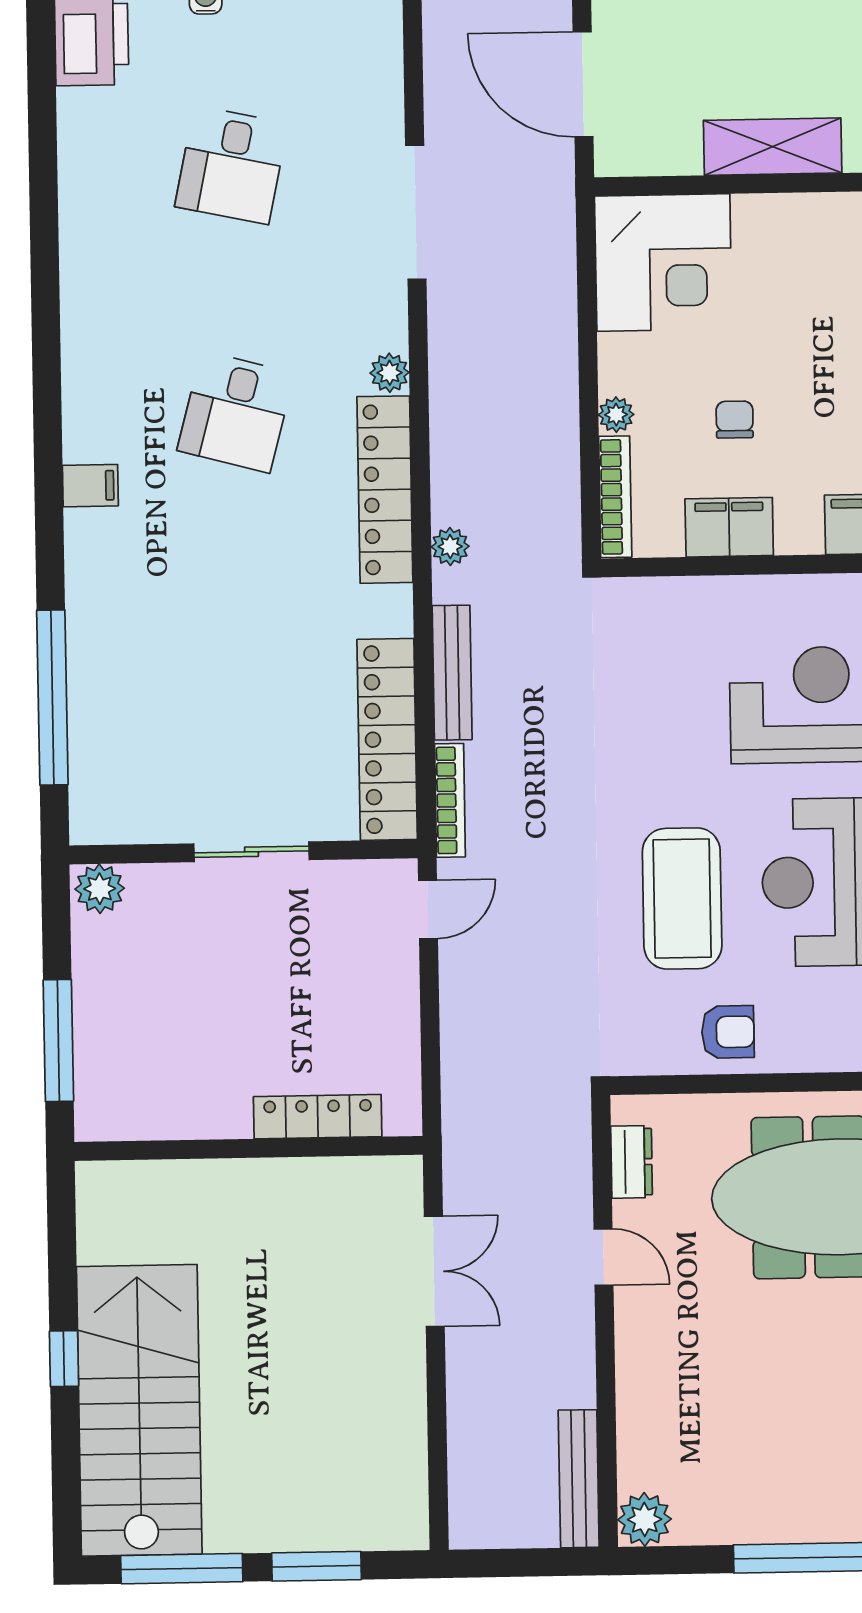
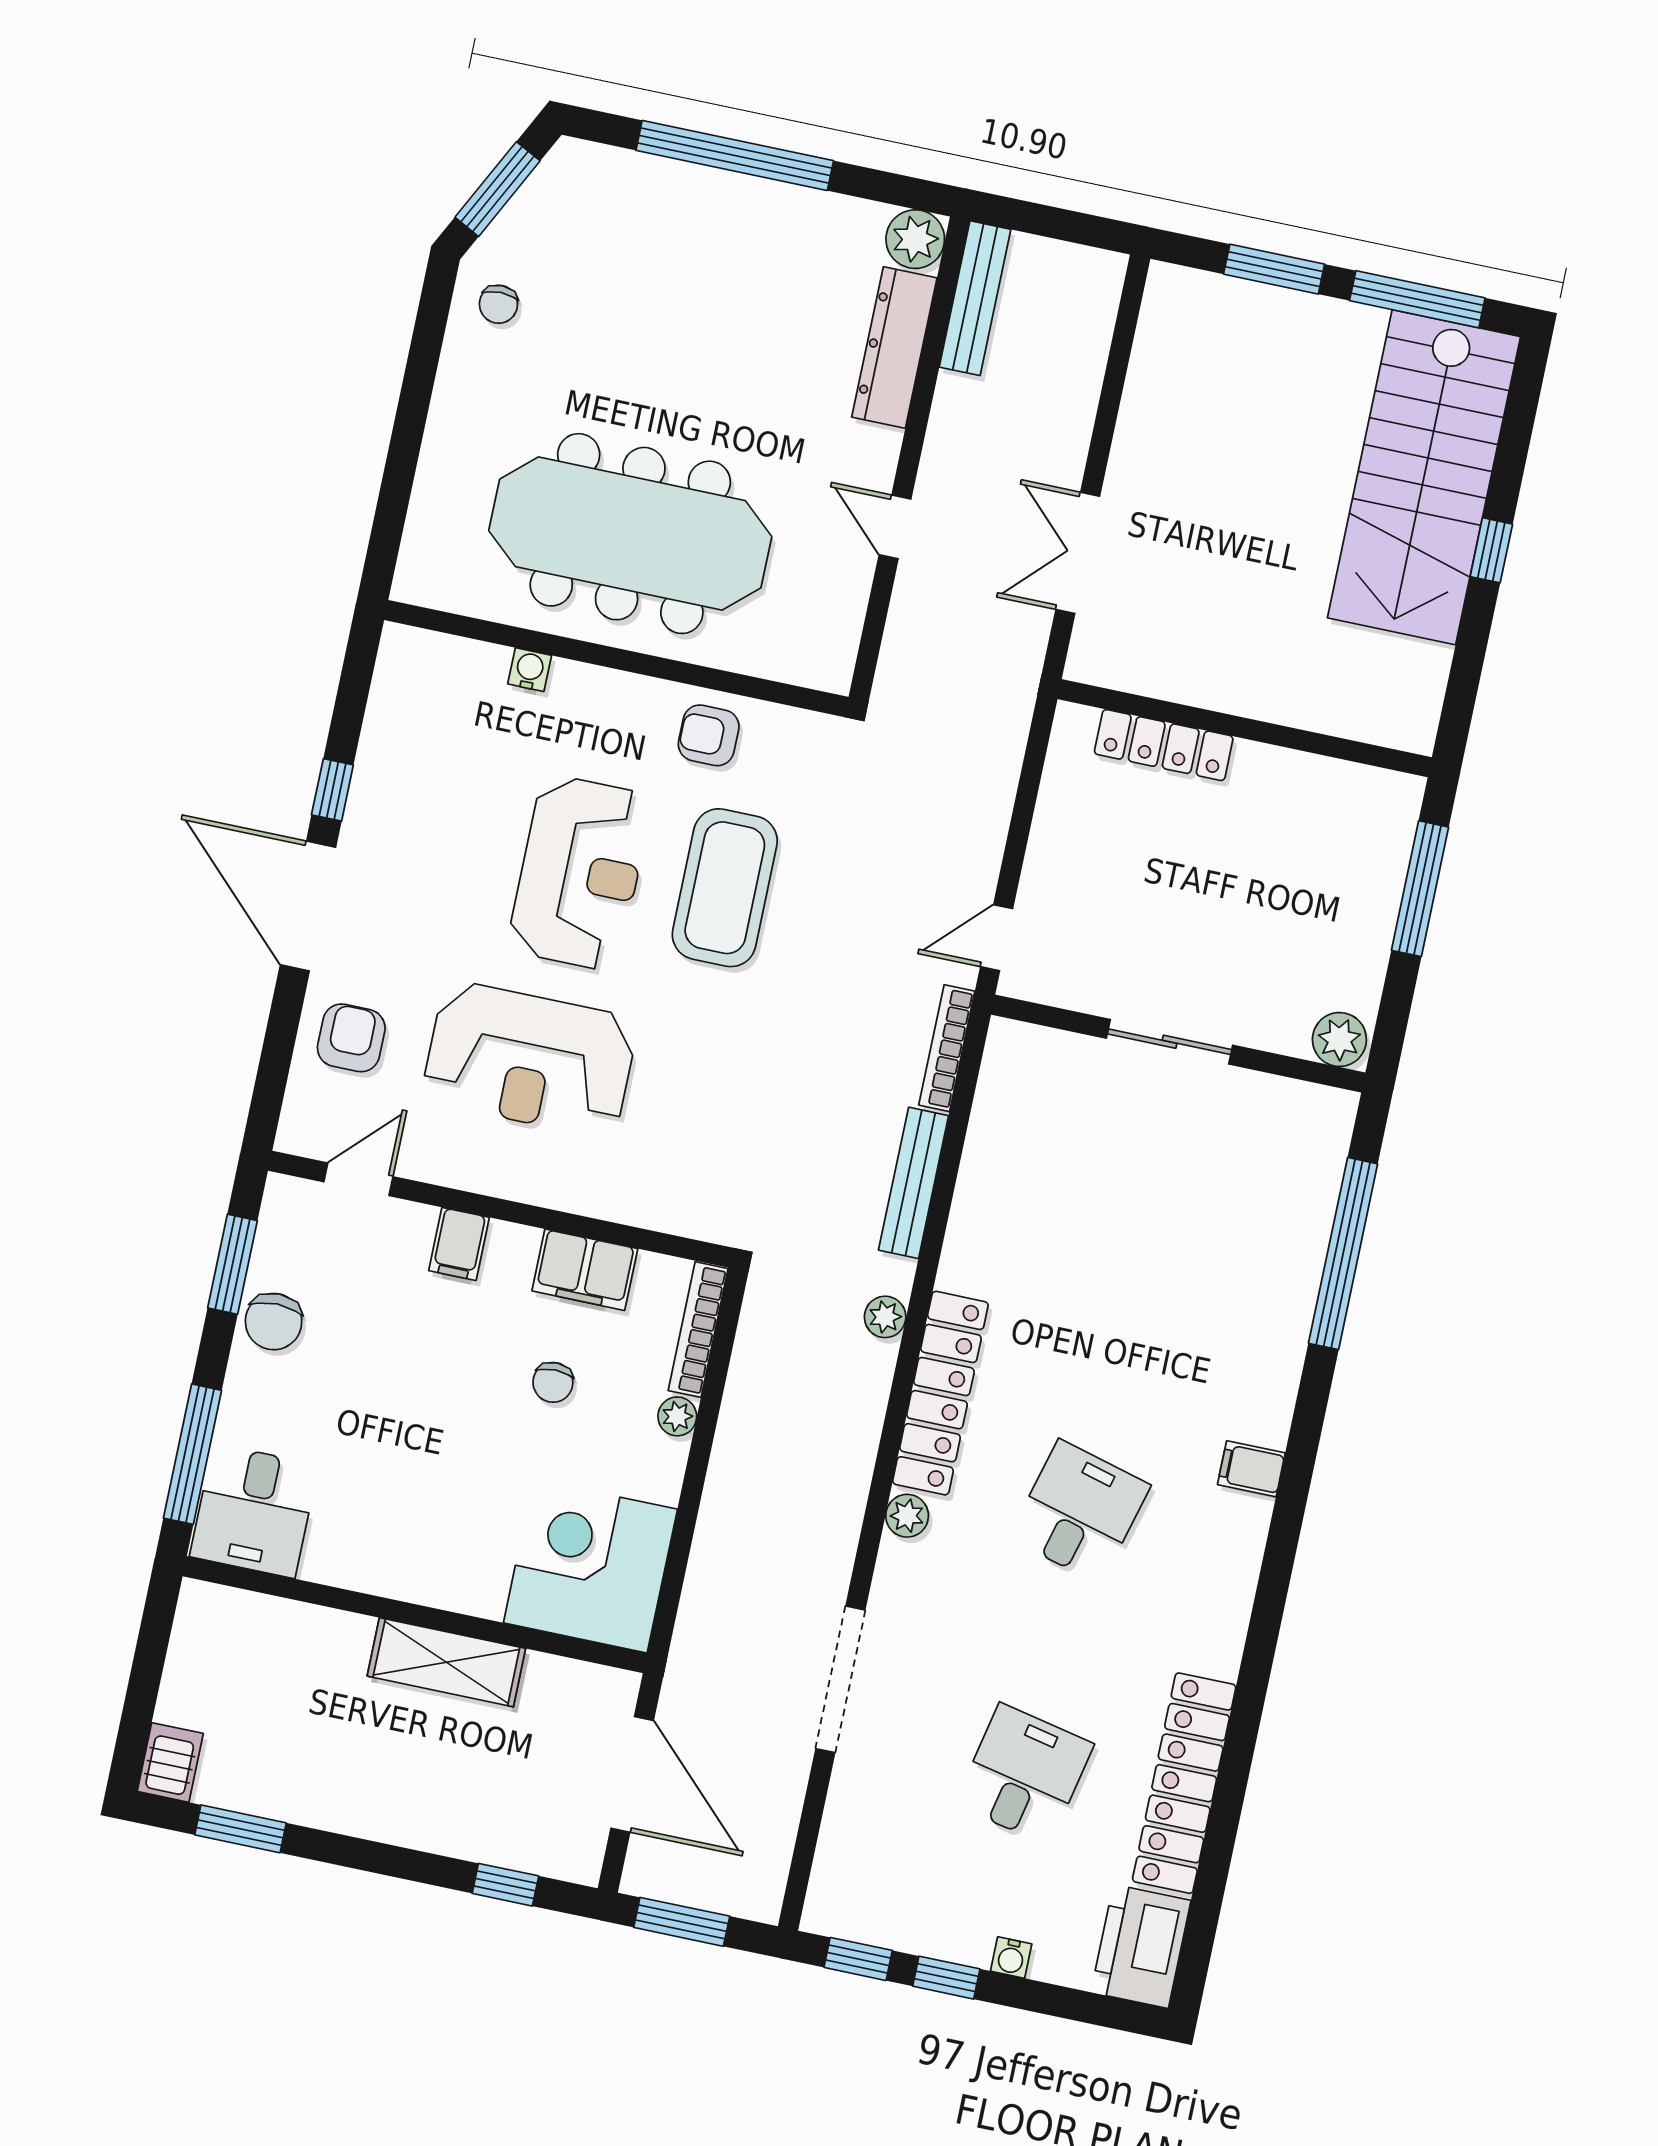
locker: (387, 739) -> (1184, 1783), moved, turned 180
dresser: (632, 1162) -> (894, 347), moved, width x1.96, depth x1.24

